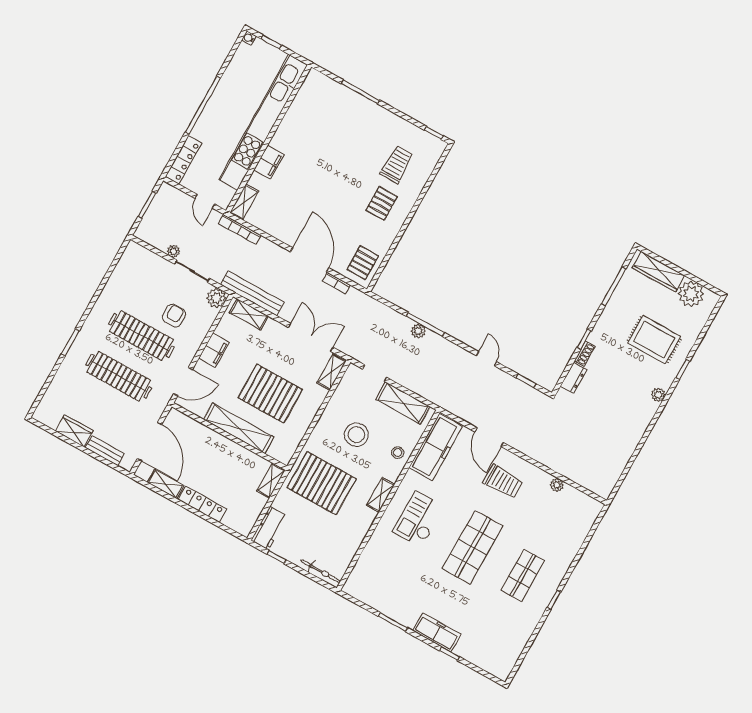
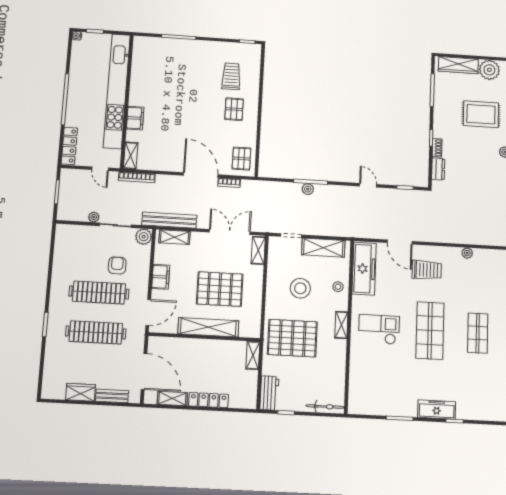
checkout: (418, 519) -> (379, 329), turned 90

